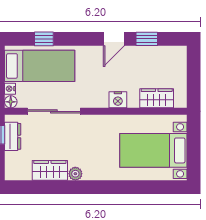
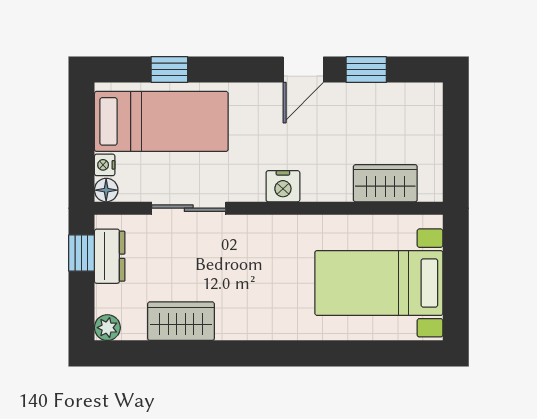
nightstand: (118, 100) -> (283, 186), moved
sliding door: (54, 111) -> (189, 208), width x0.73
plant: (75, 174) -> (107, 328), moved

